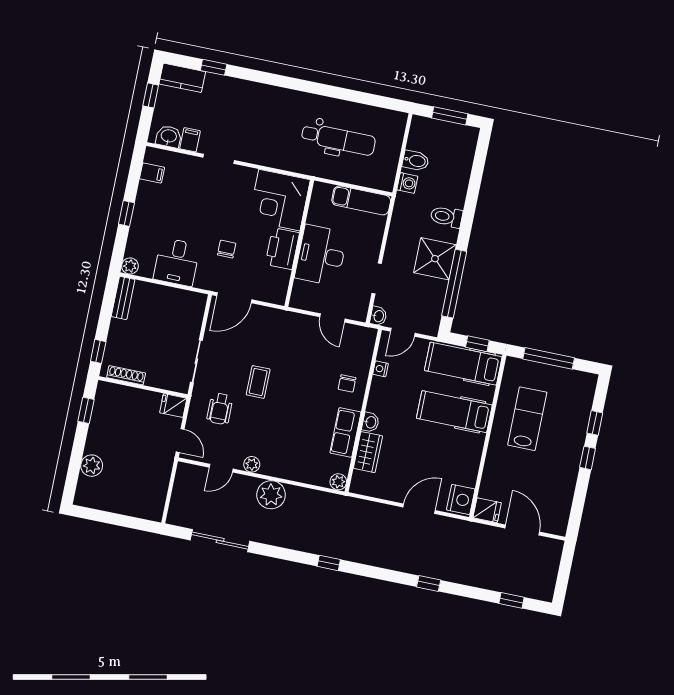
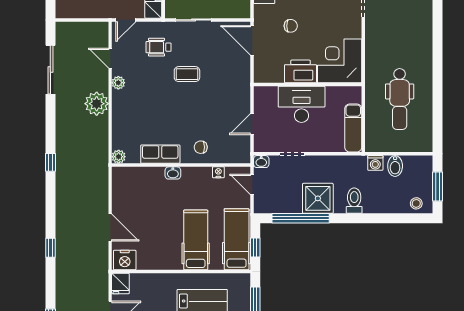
stool: (465, 145) -> (416, 203), added
wardrobe: (368, 452) -> (148, 176), removed

